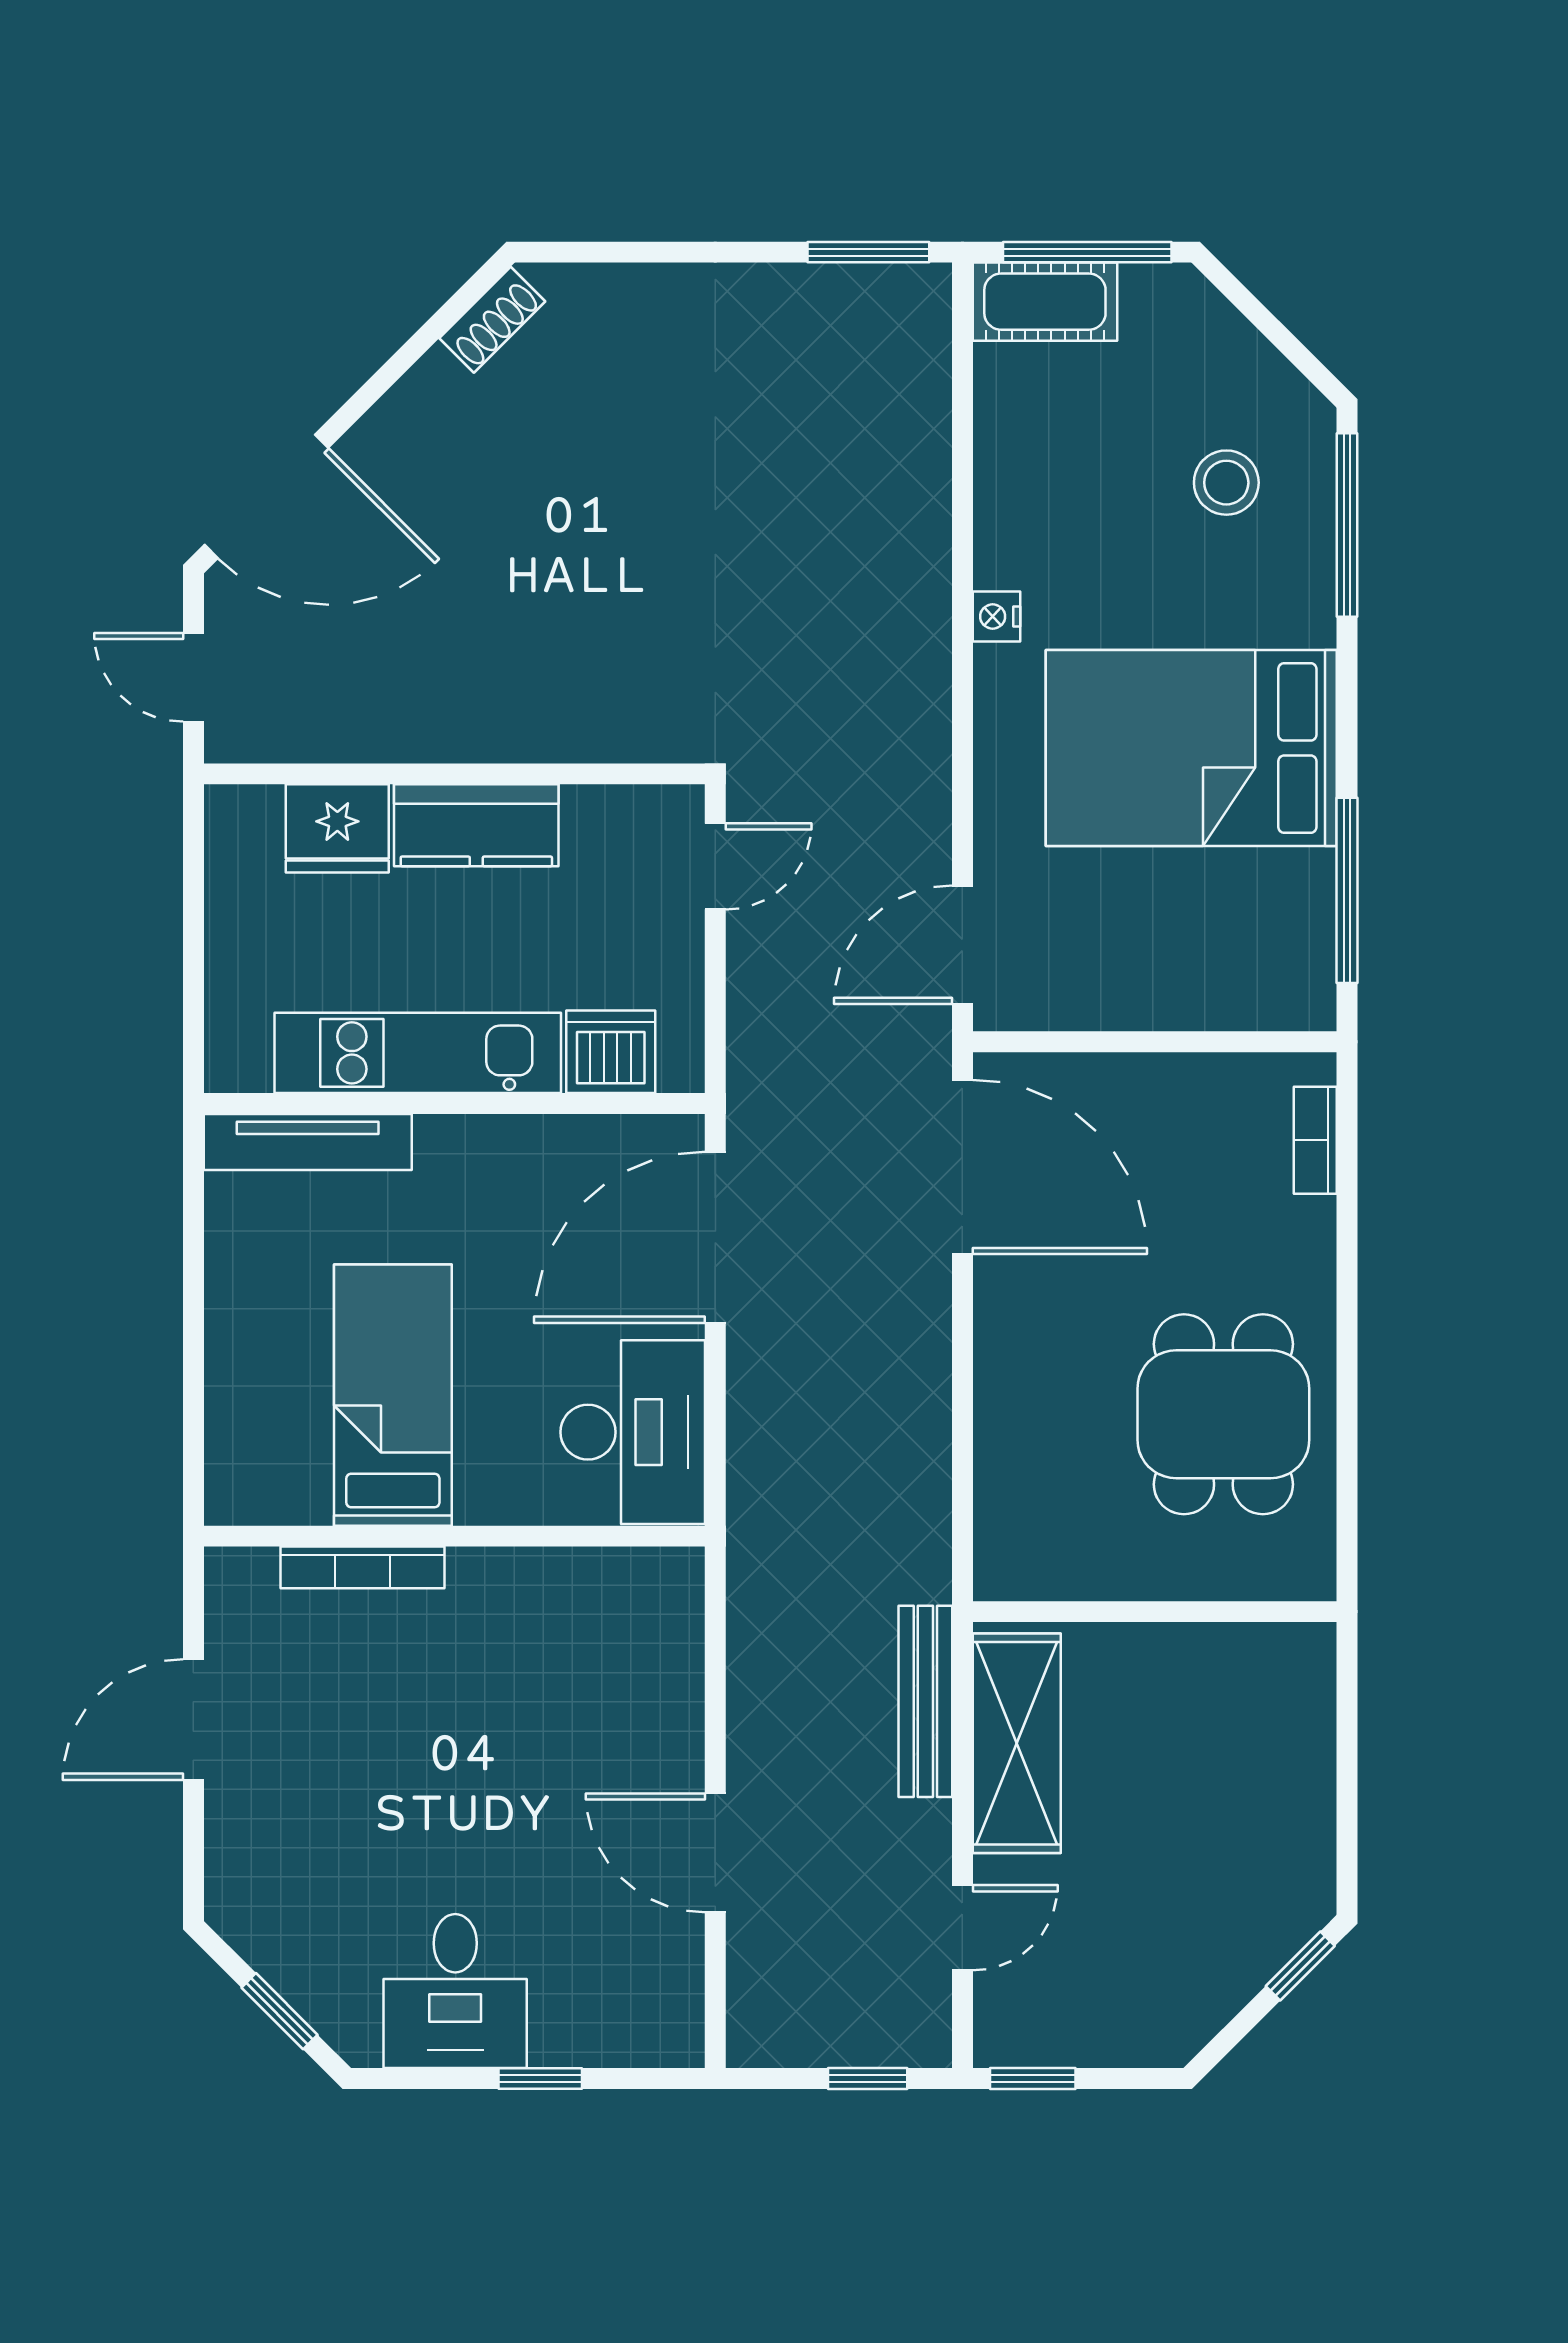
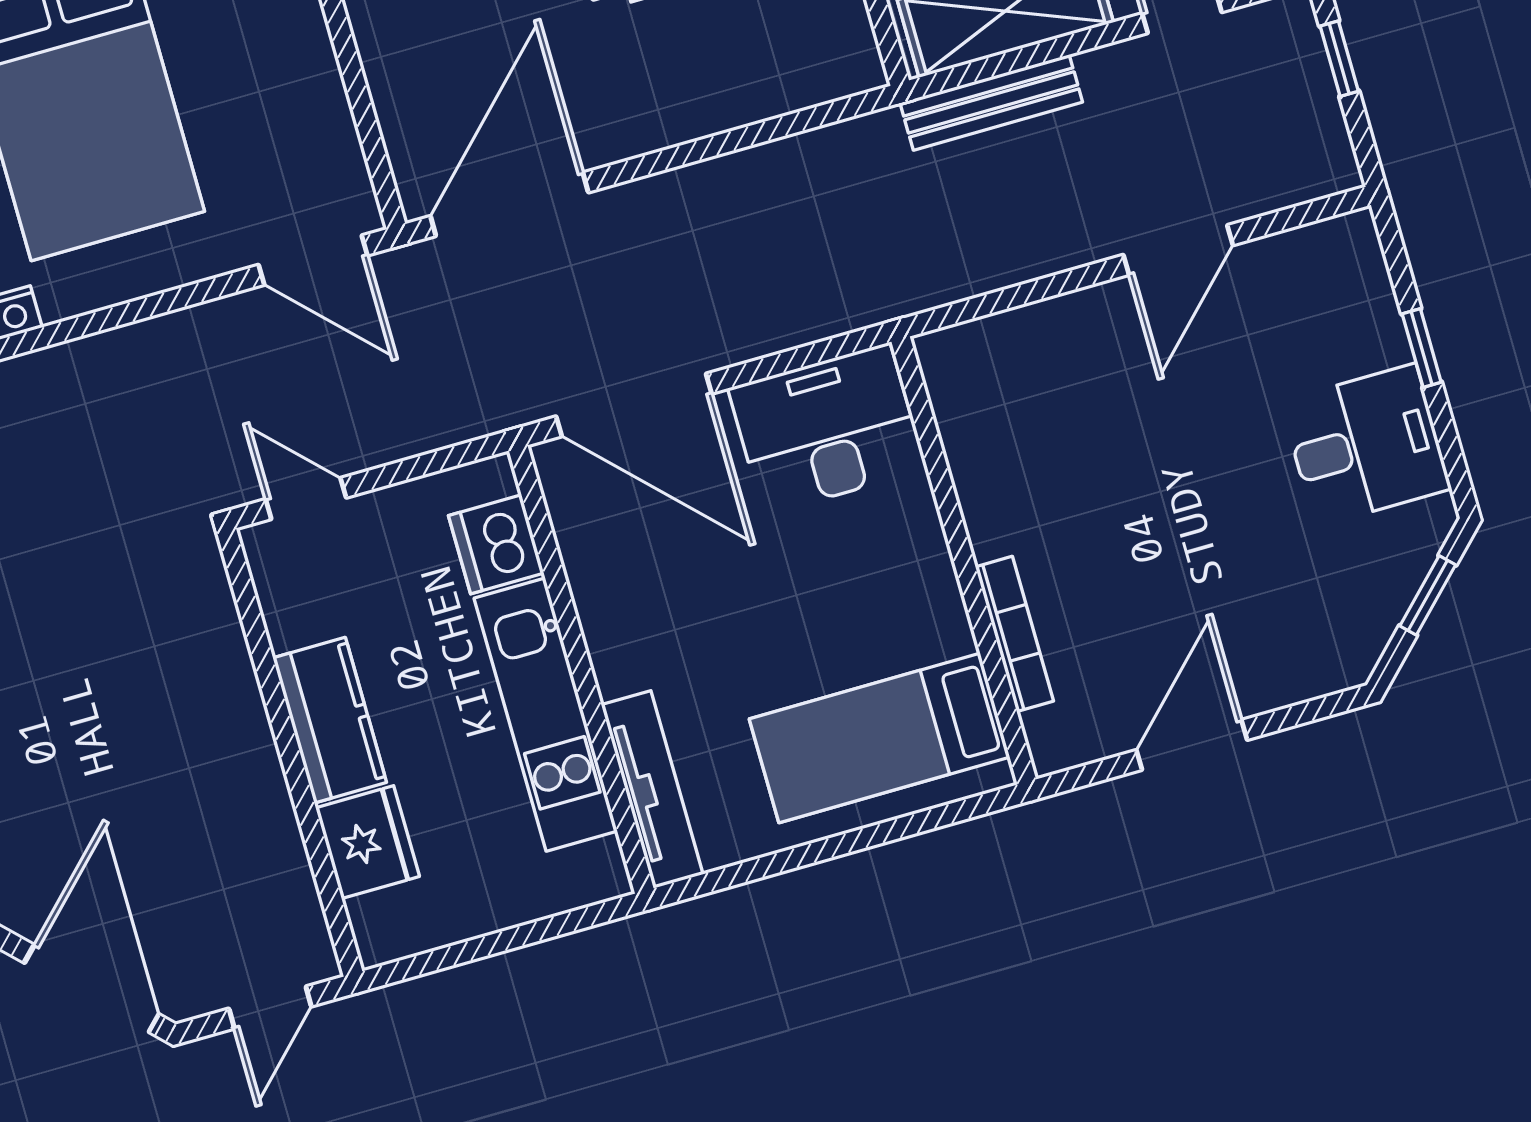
bed: (393, 1395) -> (879, 738), moved
door: (193, 1720) -> (1192, 745), swing flipped

